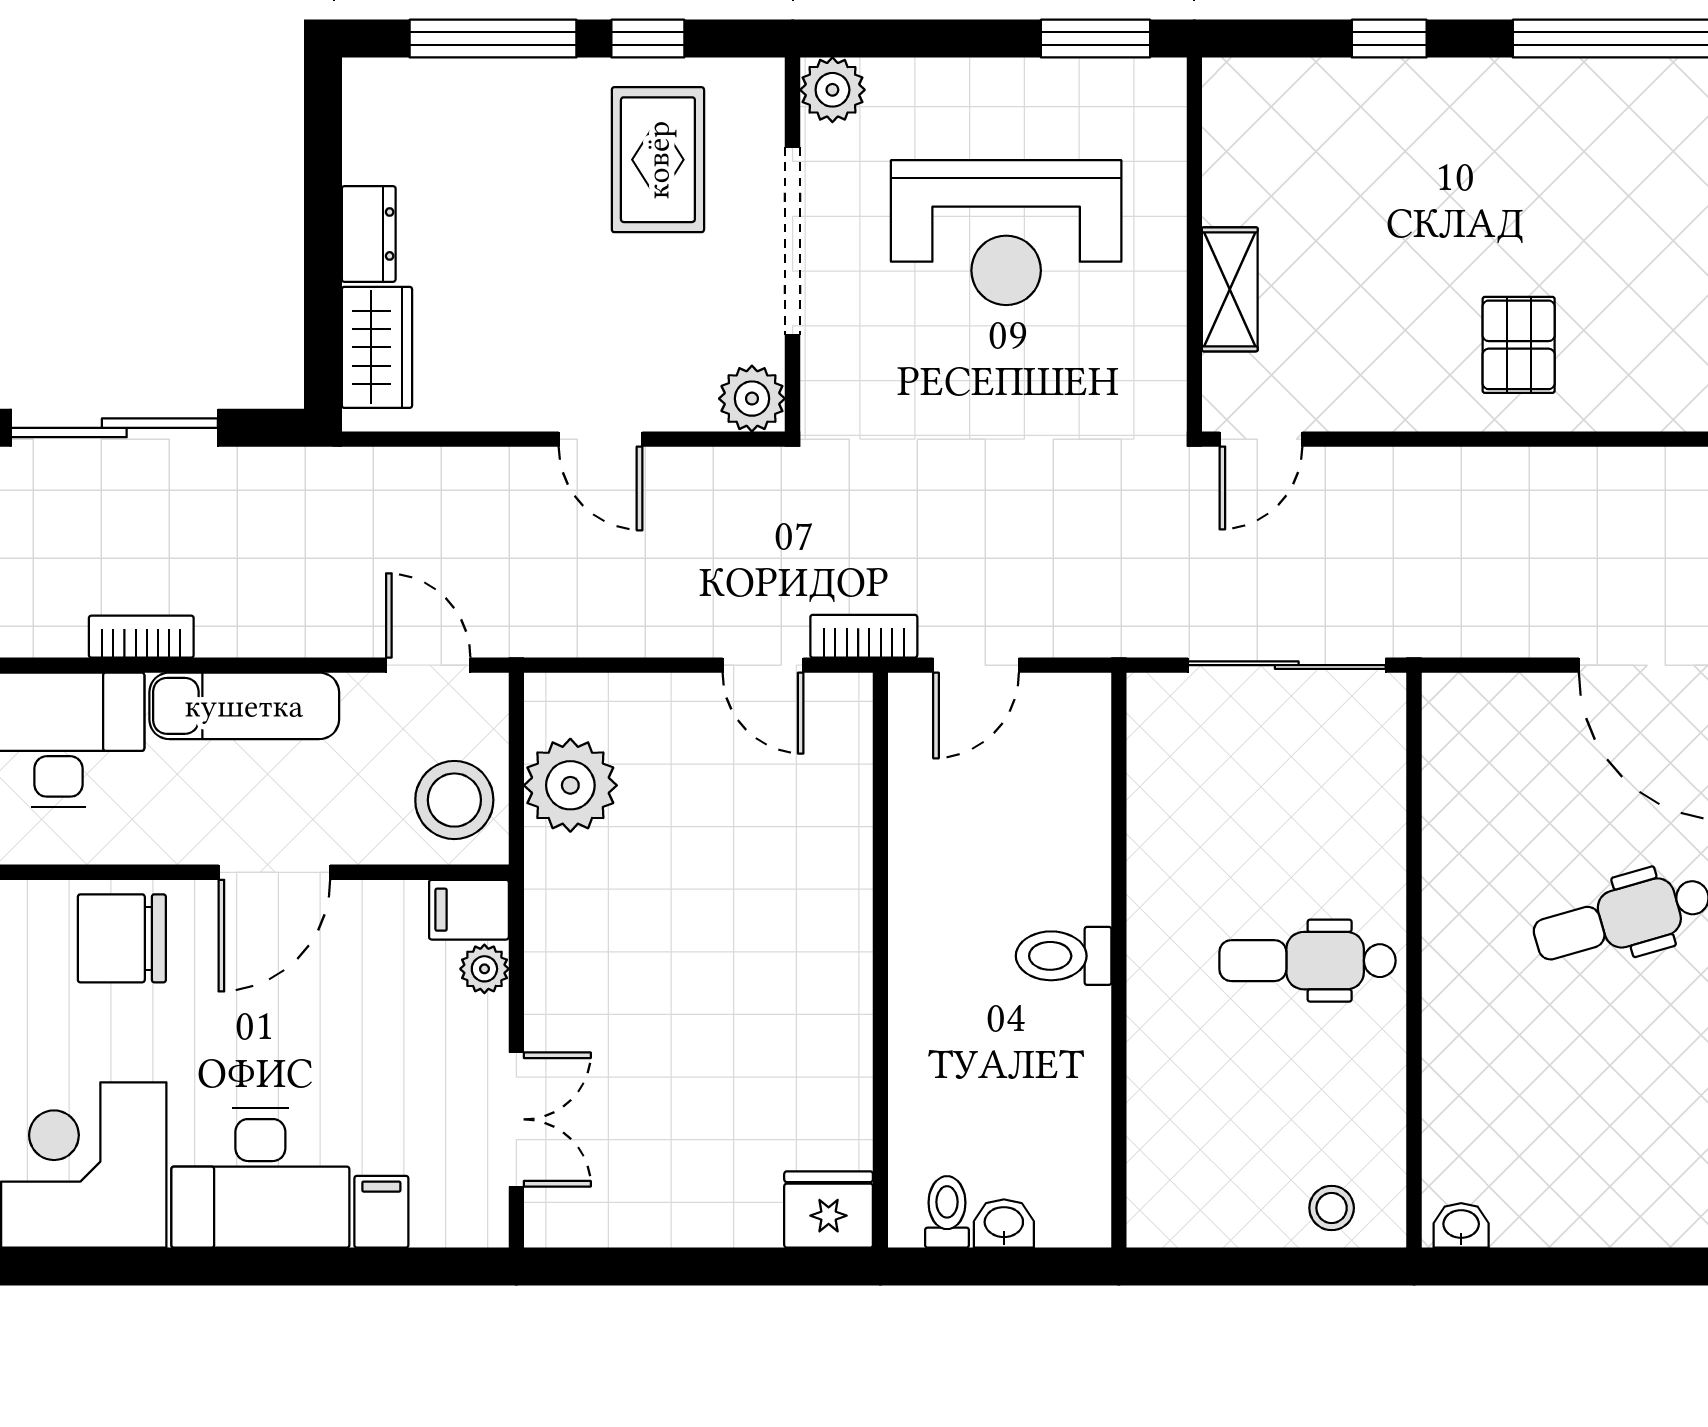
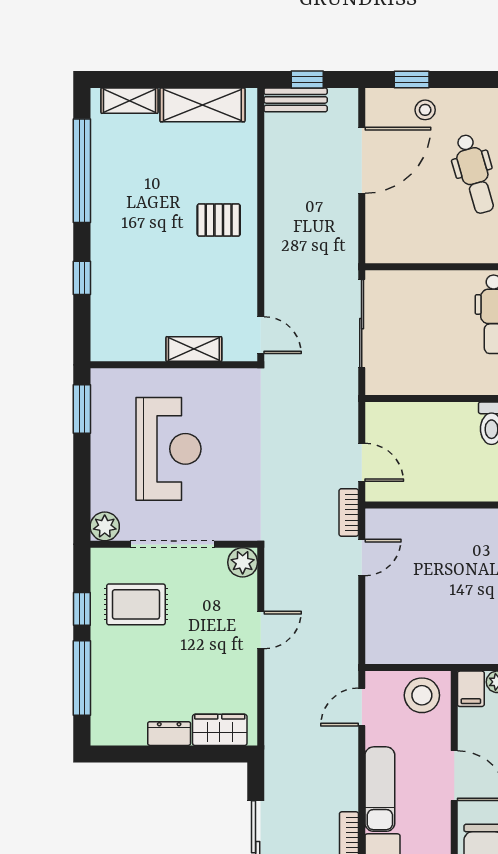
plant: (570, 785) -> (415, 643), removed

